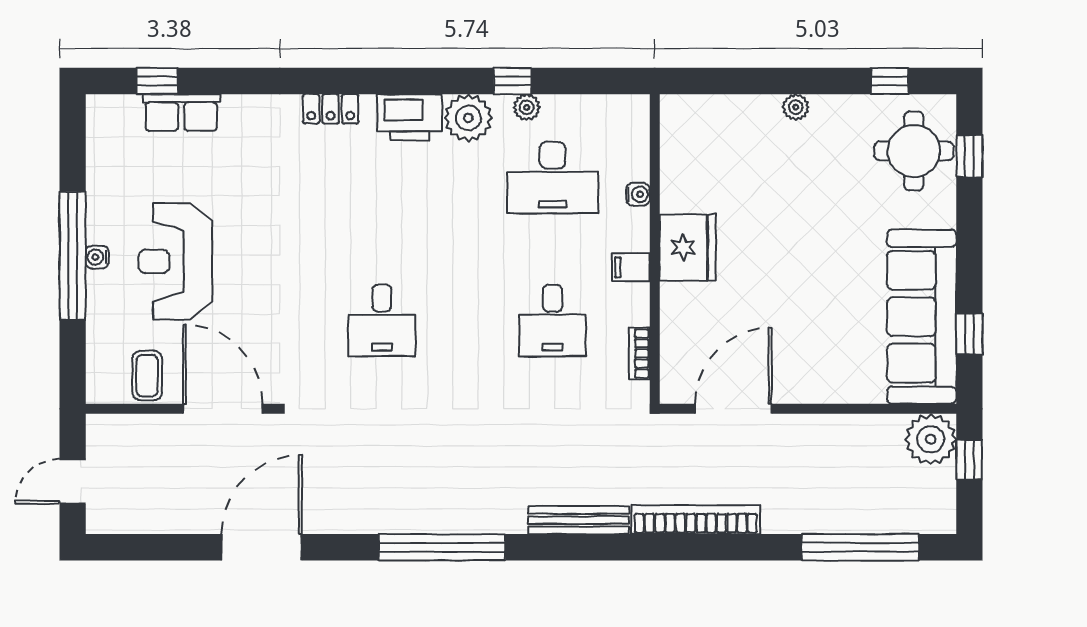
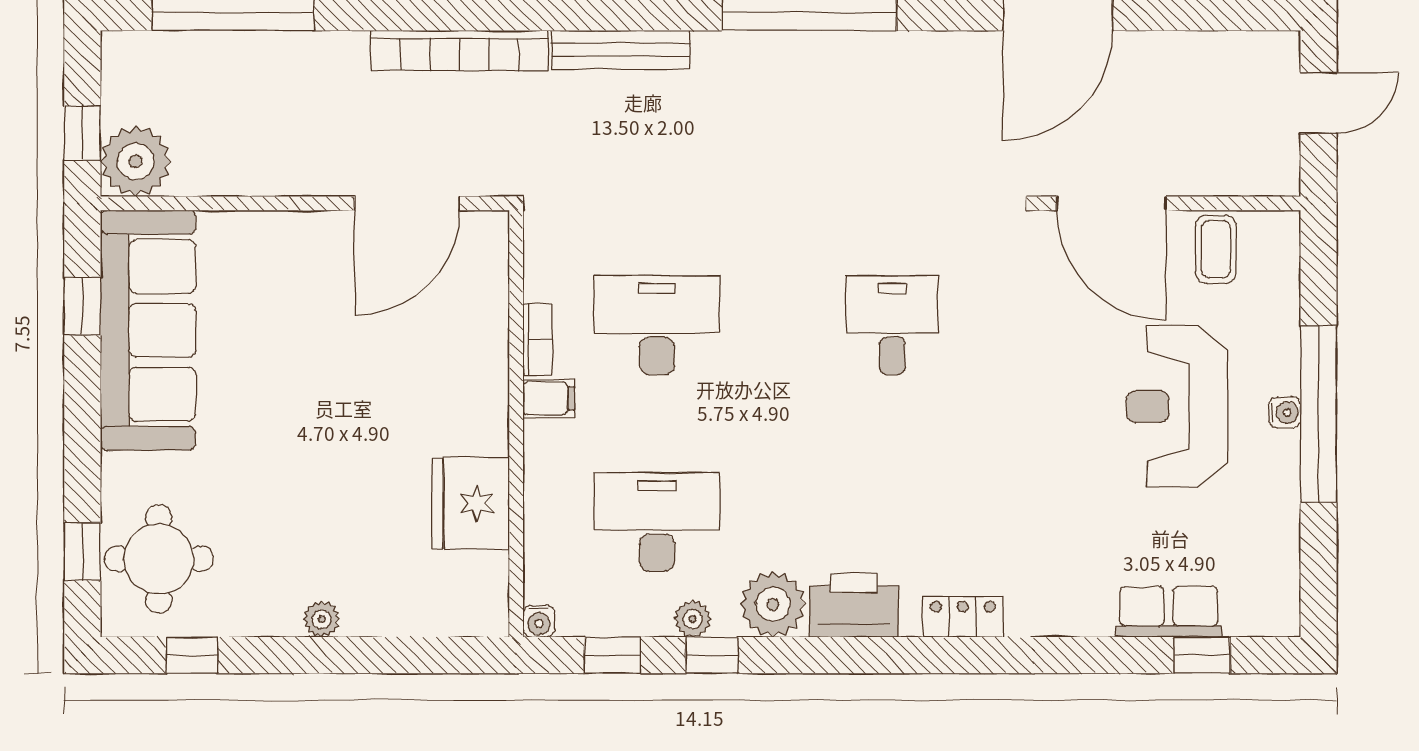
window: (585, 81) -> (612, 655), added
water cooler: (638, 194) -> (539, 621), moved, turned -90
fridge: (688, 248) -> (471, 503), moved
reception desk: (175, 261) -> (1177, 407), turned 180
desk: (553, 320) -> (657, 325), width x1.37
bookcase: (639, 353) -> (537, 339), moved

